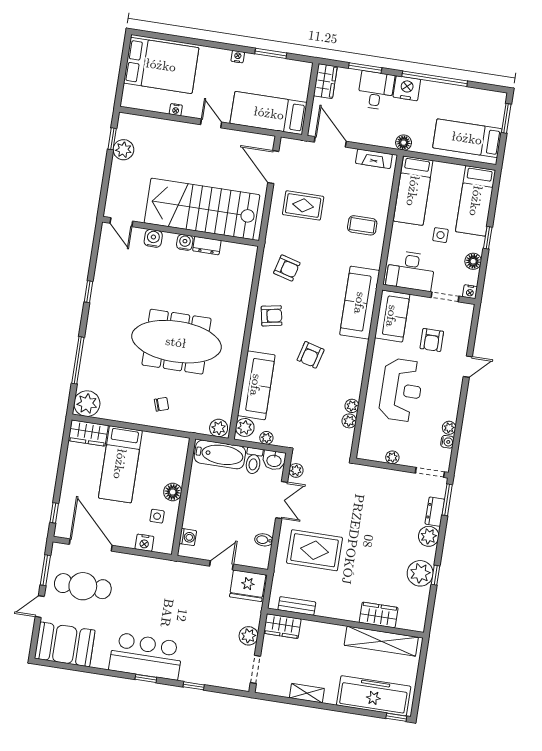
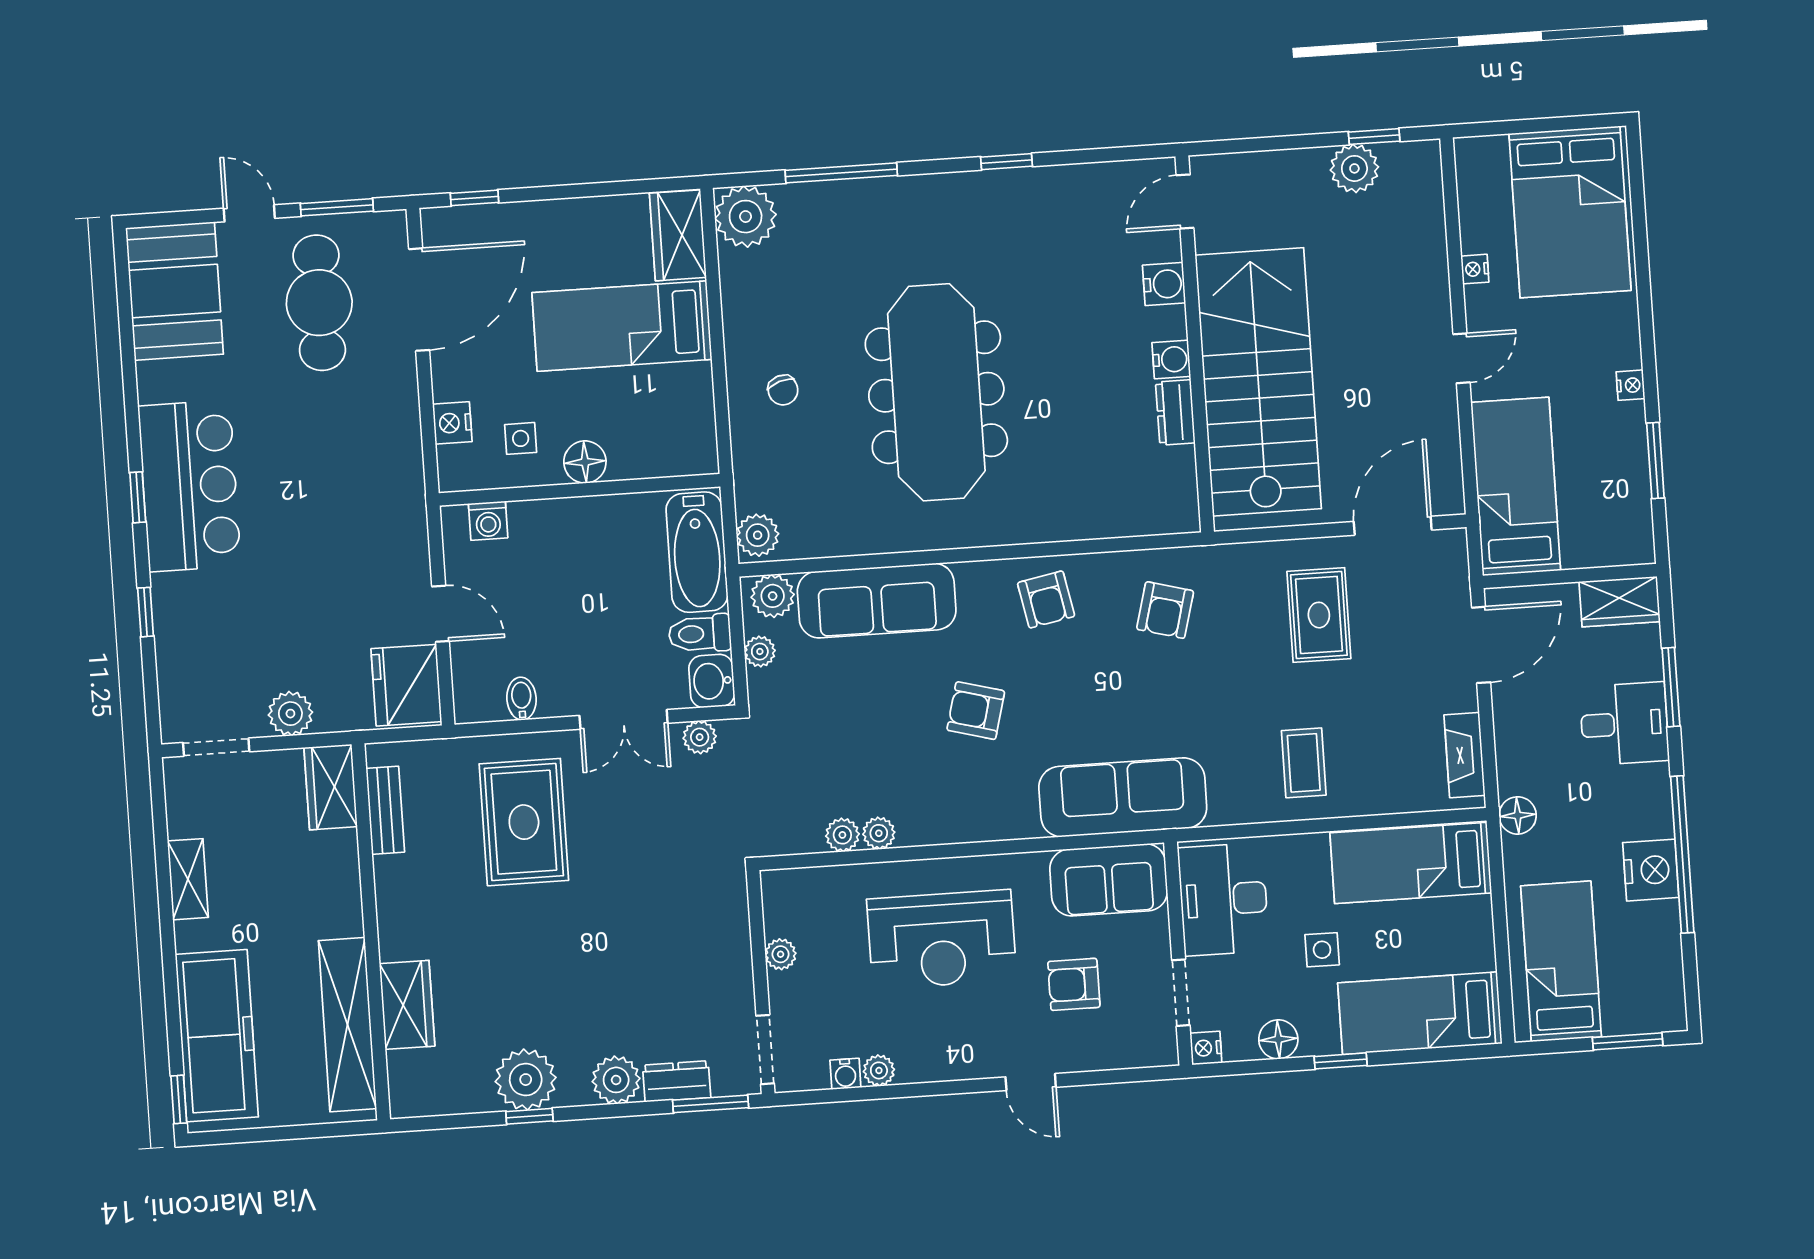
nightstand: (407, 88) -> (1651, 870), moved

